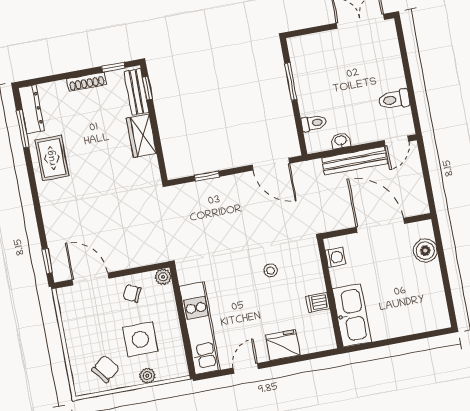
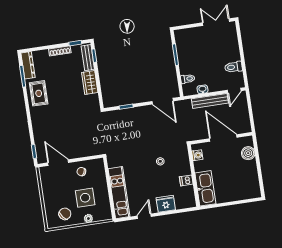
plant: (163, 277) -> (99, 163), removed

